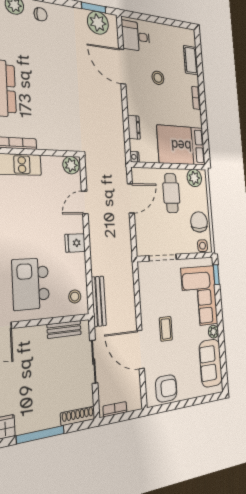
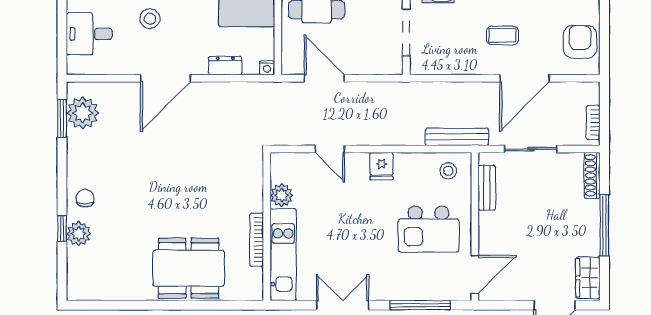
desk: (136, 36) -> (89, 34), moved, turned 90
door: (122, 66) -> (166, 78), moved
plant: (71, 165) -> (282, 195), moved

